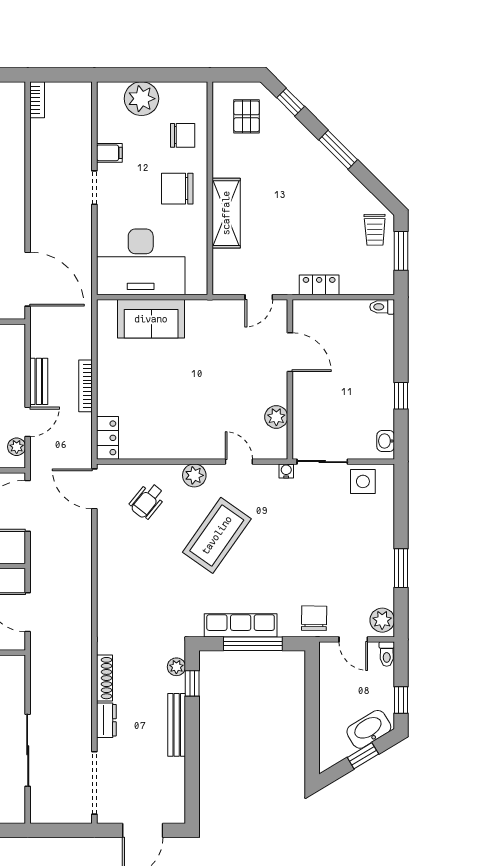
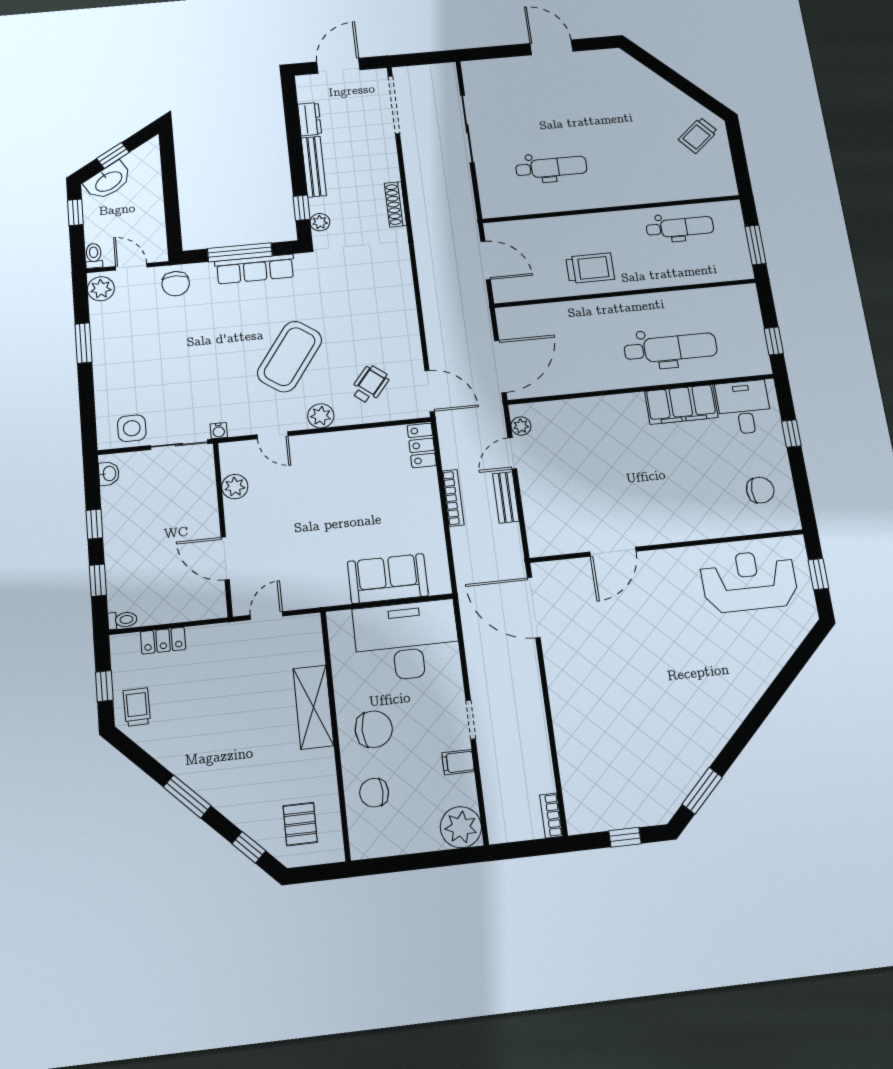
plant: (141, 99) -> (461, 827), moved
window: (401, 251) -> (104, 686), width x0.67
locker: (319, 285) -> (163, 641), moved
window: (401, 344) -> (98, 580), added
dresser: (106, 720) -> (310, 119), moved, turned 180

